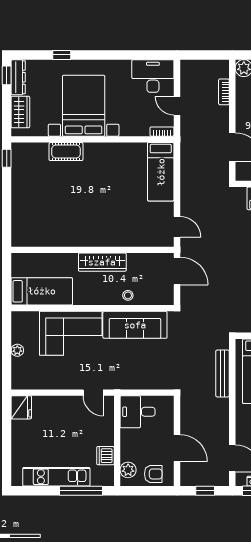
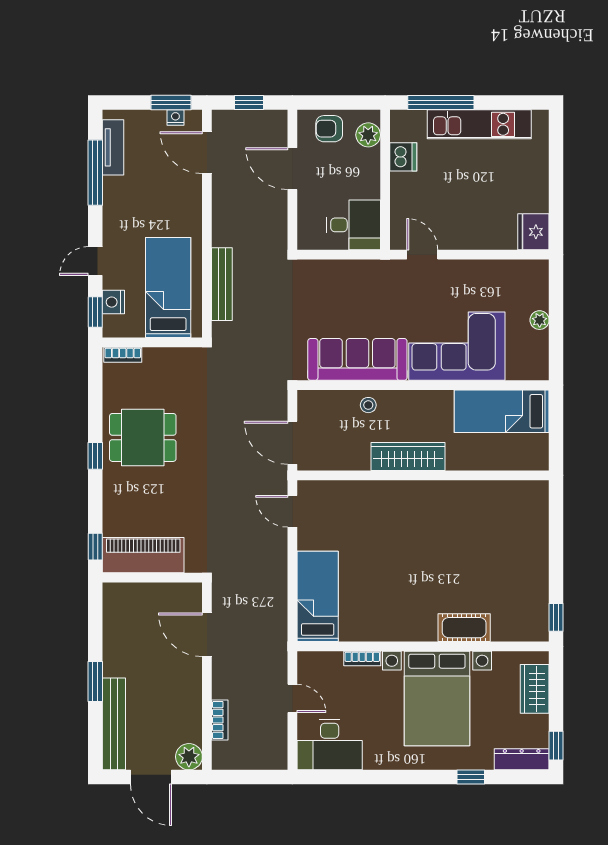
dresser: (18, 77) -> (522, 759), moved, turned 90
bookcase: (162, 132) -> (362, 659), moved

